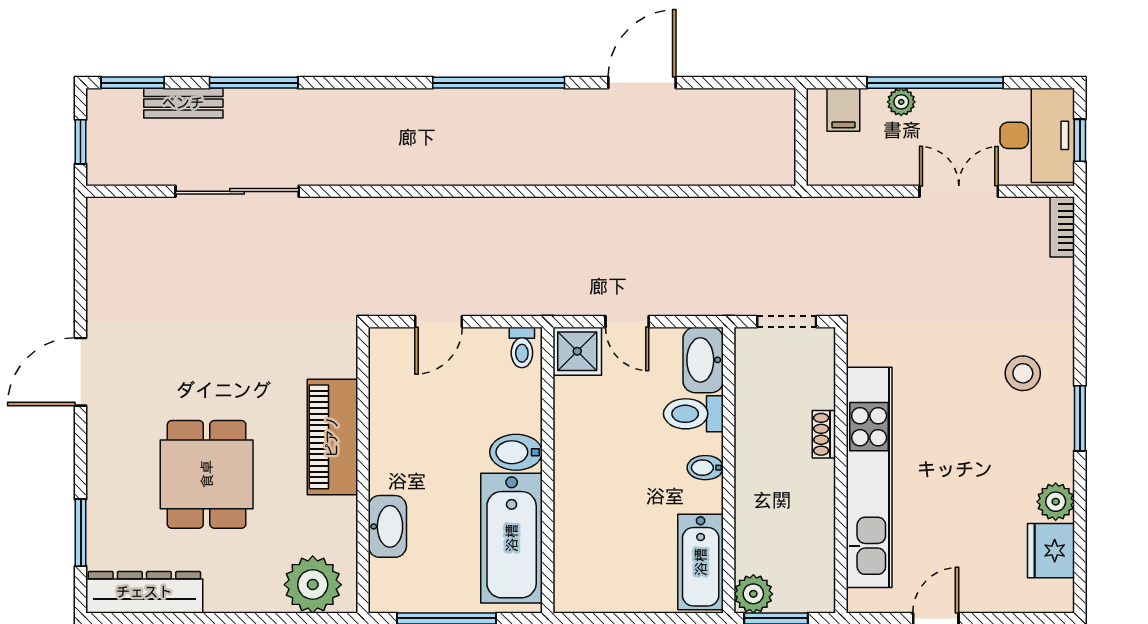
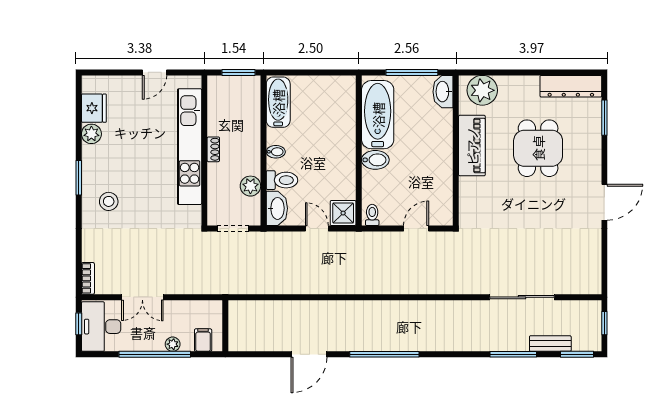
shoe rack: (824, 434) -> (213, 149), moved
piano: (332, 437) -> (472, 146), moved
washbasin: (387, 526) -> (443, 92), moved
plant: (753, 594) -> (250, 186), moved

